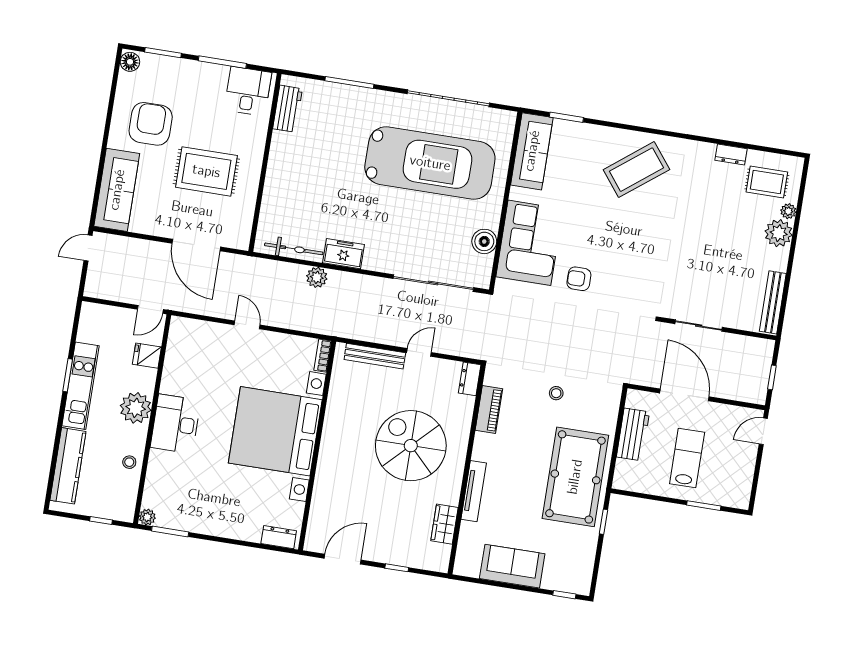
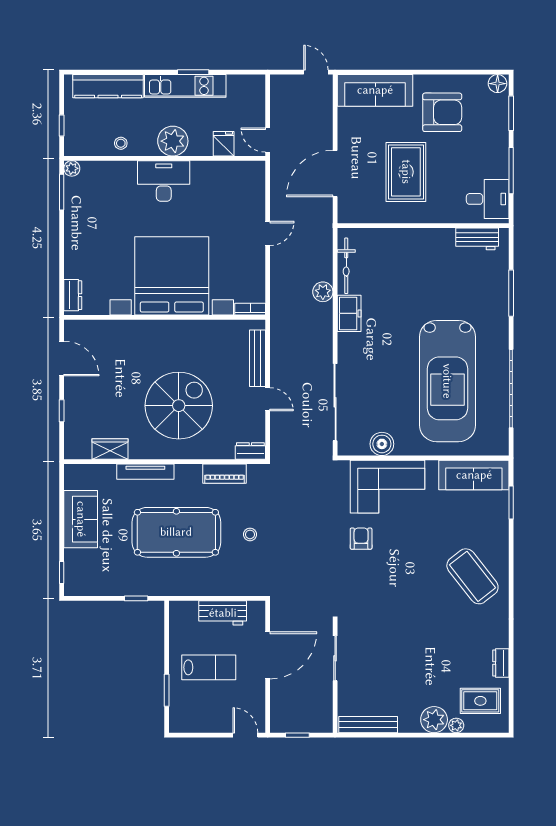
rug: (767, 182) -> (480, 701), turned 90
pool table: (575, 477) -> (176, 532), moved

